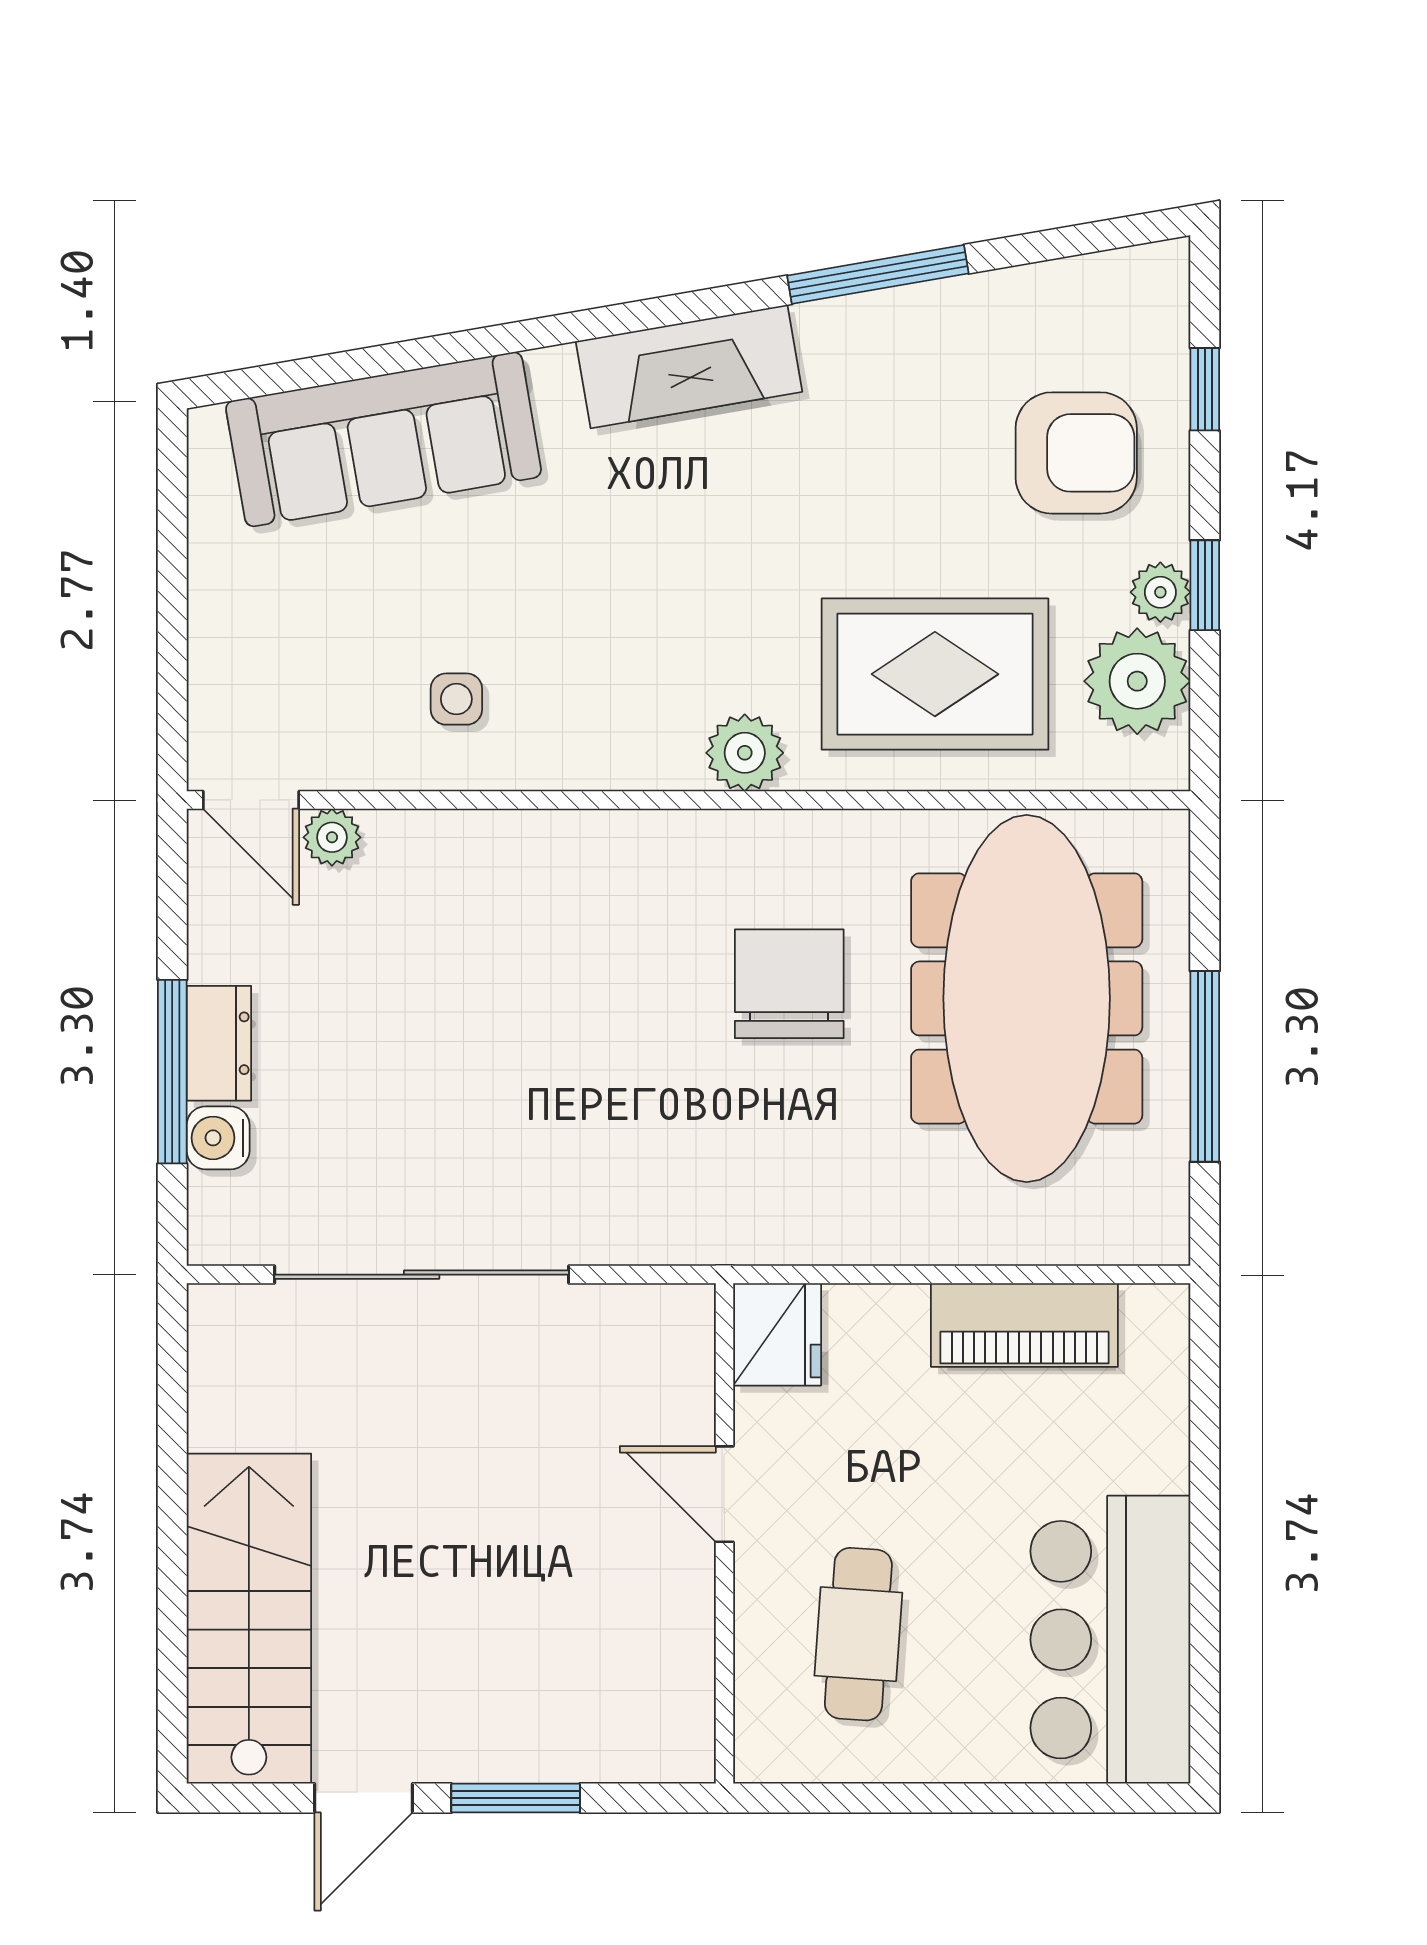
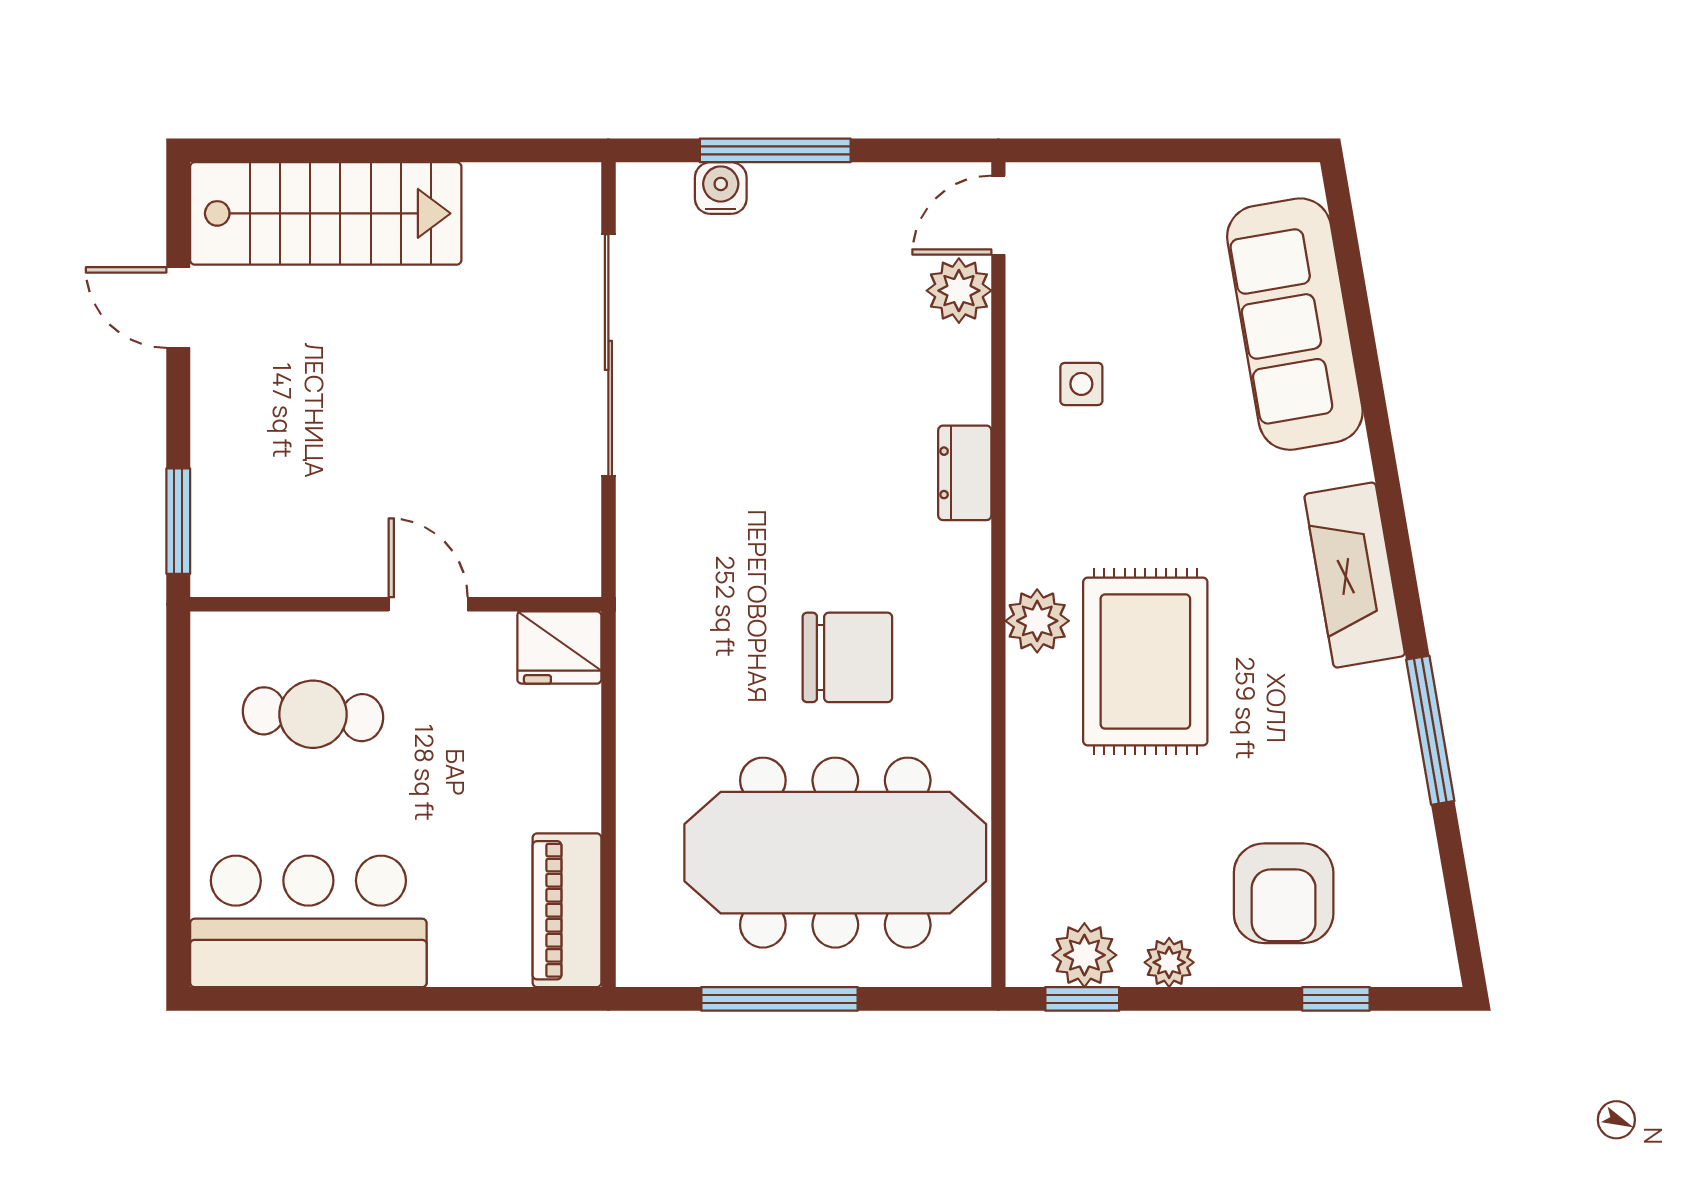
window: (1205, 585) -> (1082, 999), moved
rug: (935, 674) -> (1145, 662), moved
plant: (1137, 681) -> (1084, 955), width x0.73, depth x0.73
plant: (332, 837) -> (959, 291), width x1.38, depth x1.38
dresser: (219, 1043) -> (965, 473), moved, turned 90
piano: (1024, 1325) -> (567, 910), moved
door: (724, 1494) -> (428, 604), hinge flipped
window: (516, 1798) -> (178, 521), moved

